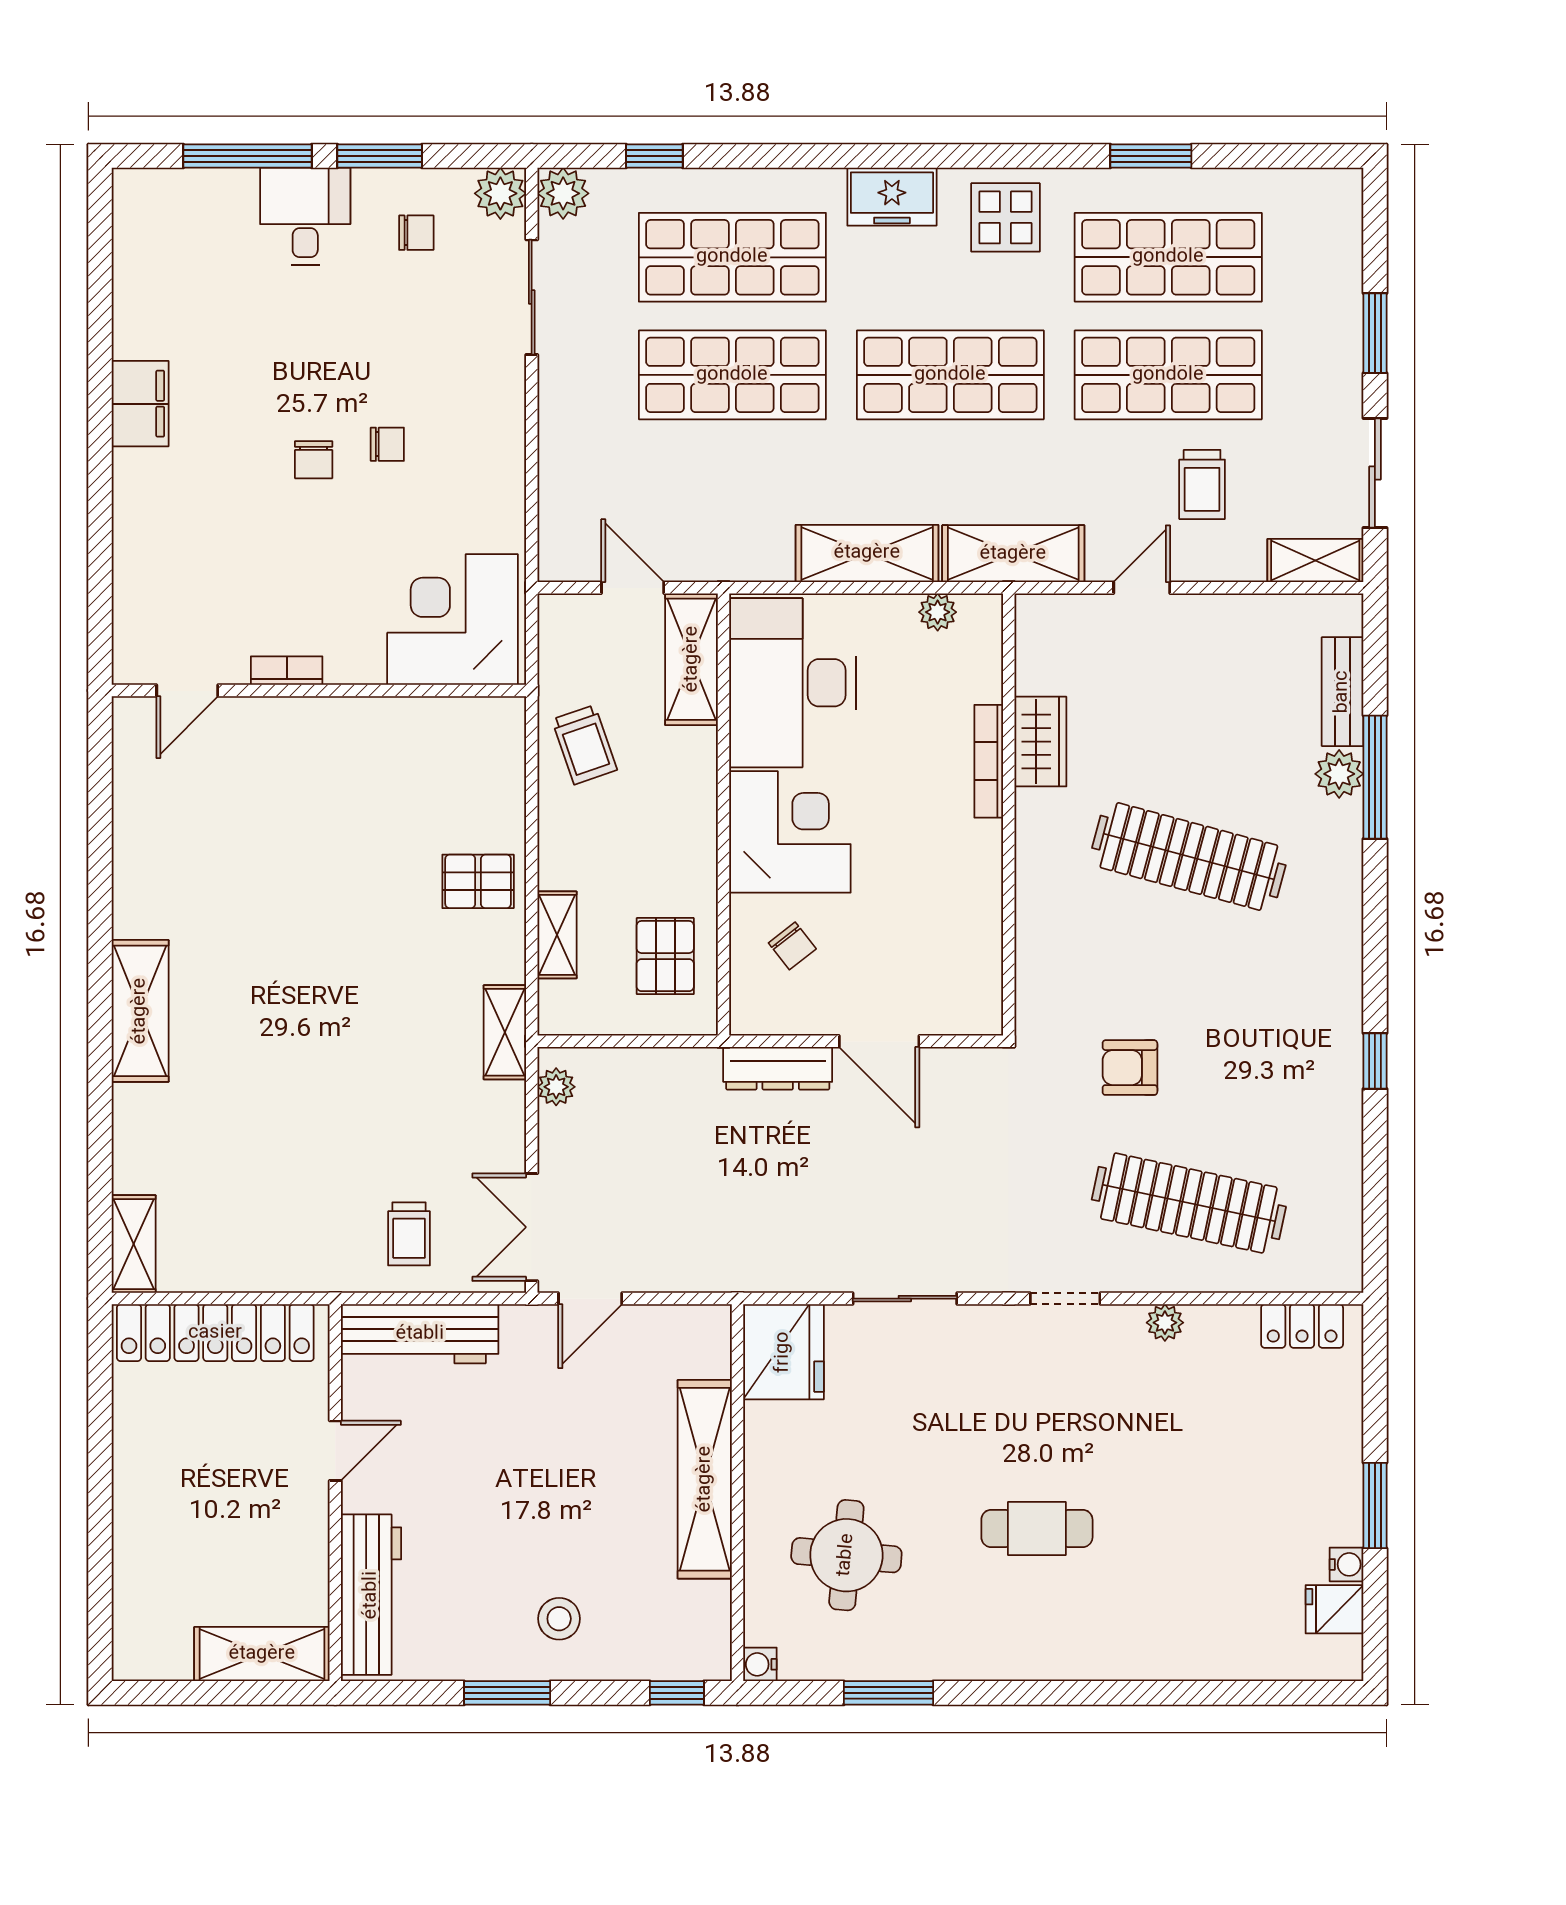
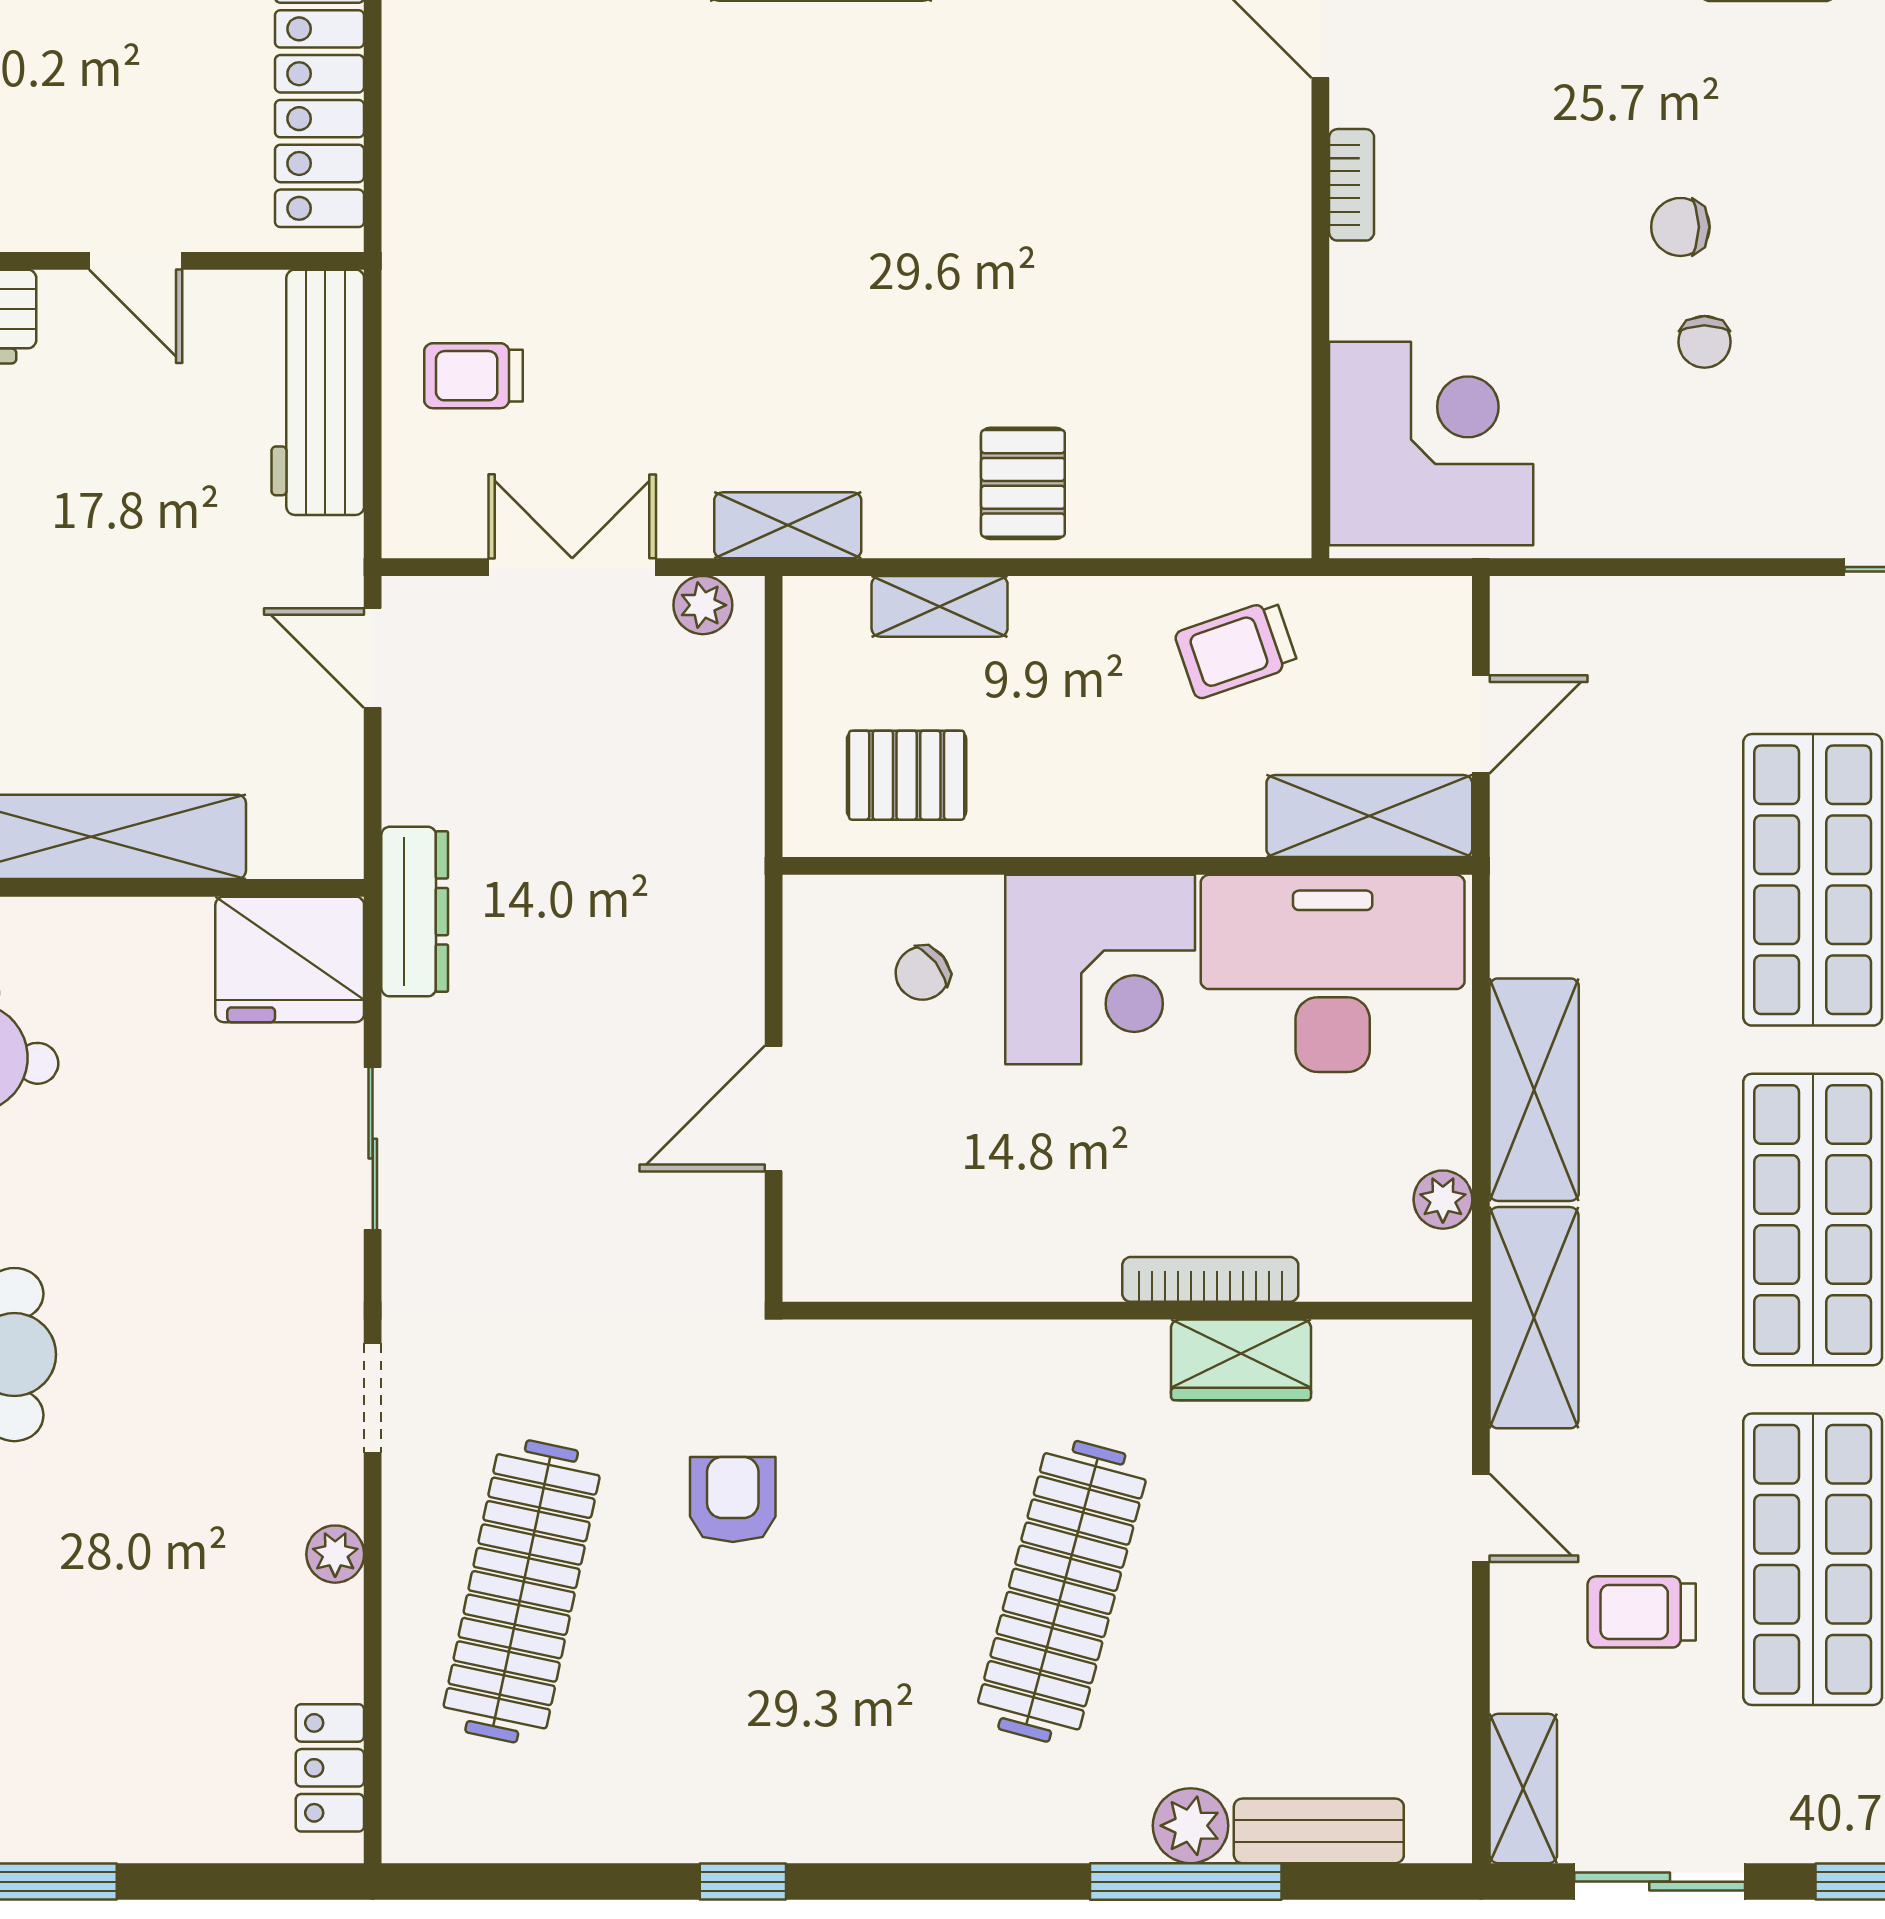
dresser: (778, 1068) -> (415, 912), moved, turned 180
double door: (532, 1227) -> (572, 567), moved

